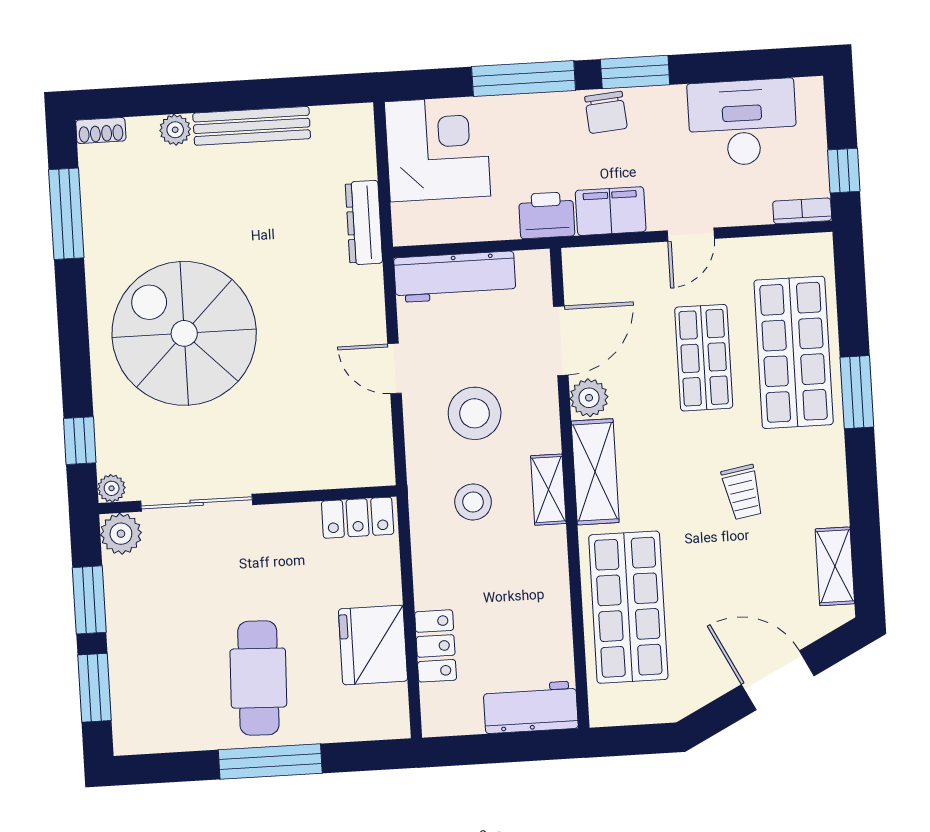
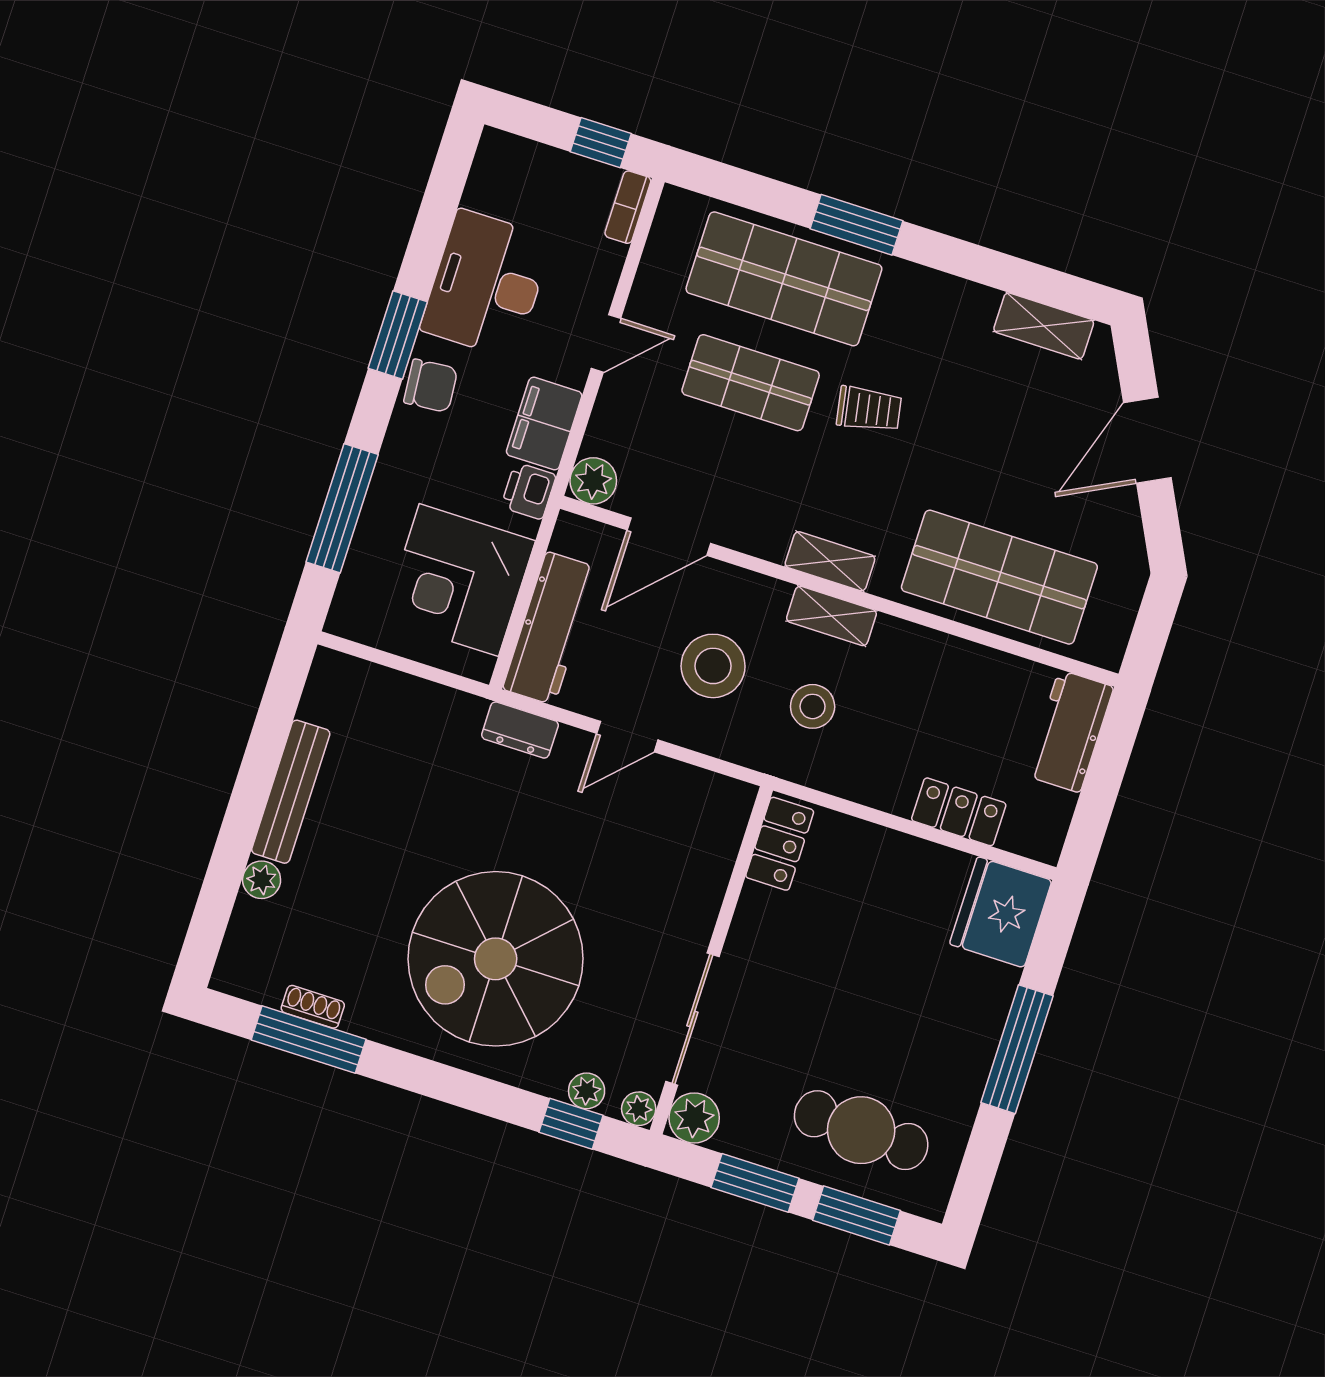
window: (524, 79) -> (342, 508), moved
desk: (742, 122) -> (486, 284), moved
shoe rack: (101, 130) -> (313, 1007), moved, turned -90
corner desk: (438, 149) -> (459, 580), moved, turned -90
printer: (547, 215) -> (529, 491), width x0.73, depth x0.81
dresser: (364, 223) -> (520, 730), moved, width x0.70
door: (691, 235) -> (606, 343), hinge flipped
door: (561, 341) -> (669, 537), swing flipped
plant: (589, 398) -> (593, 481), moved
plant: (110, 443) -> (587, 1091), added
shelving: (595, 472) -> (830, 561), width x0.67, depth x0.75
trolley: (742, 492) -> (869, 409), moved
fridge: (373, 645) -> (1001, 912), moved, turned 90
cafe table: (258, 678) -> (861, 1130), moved

